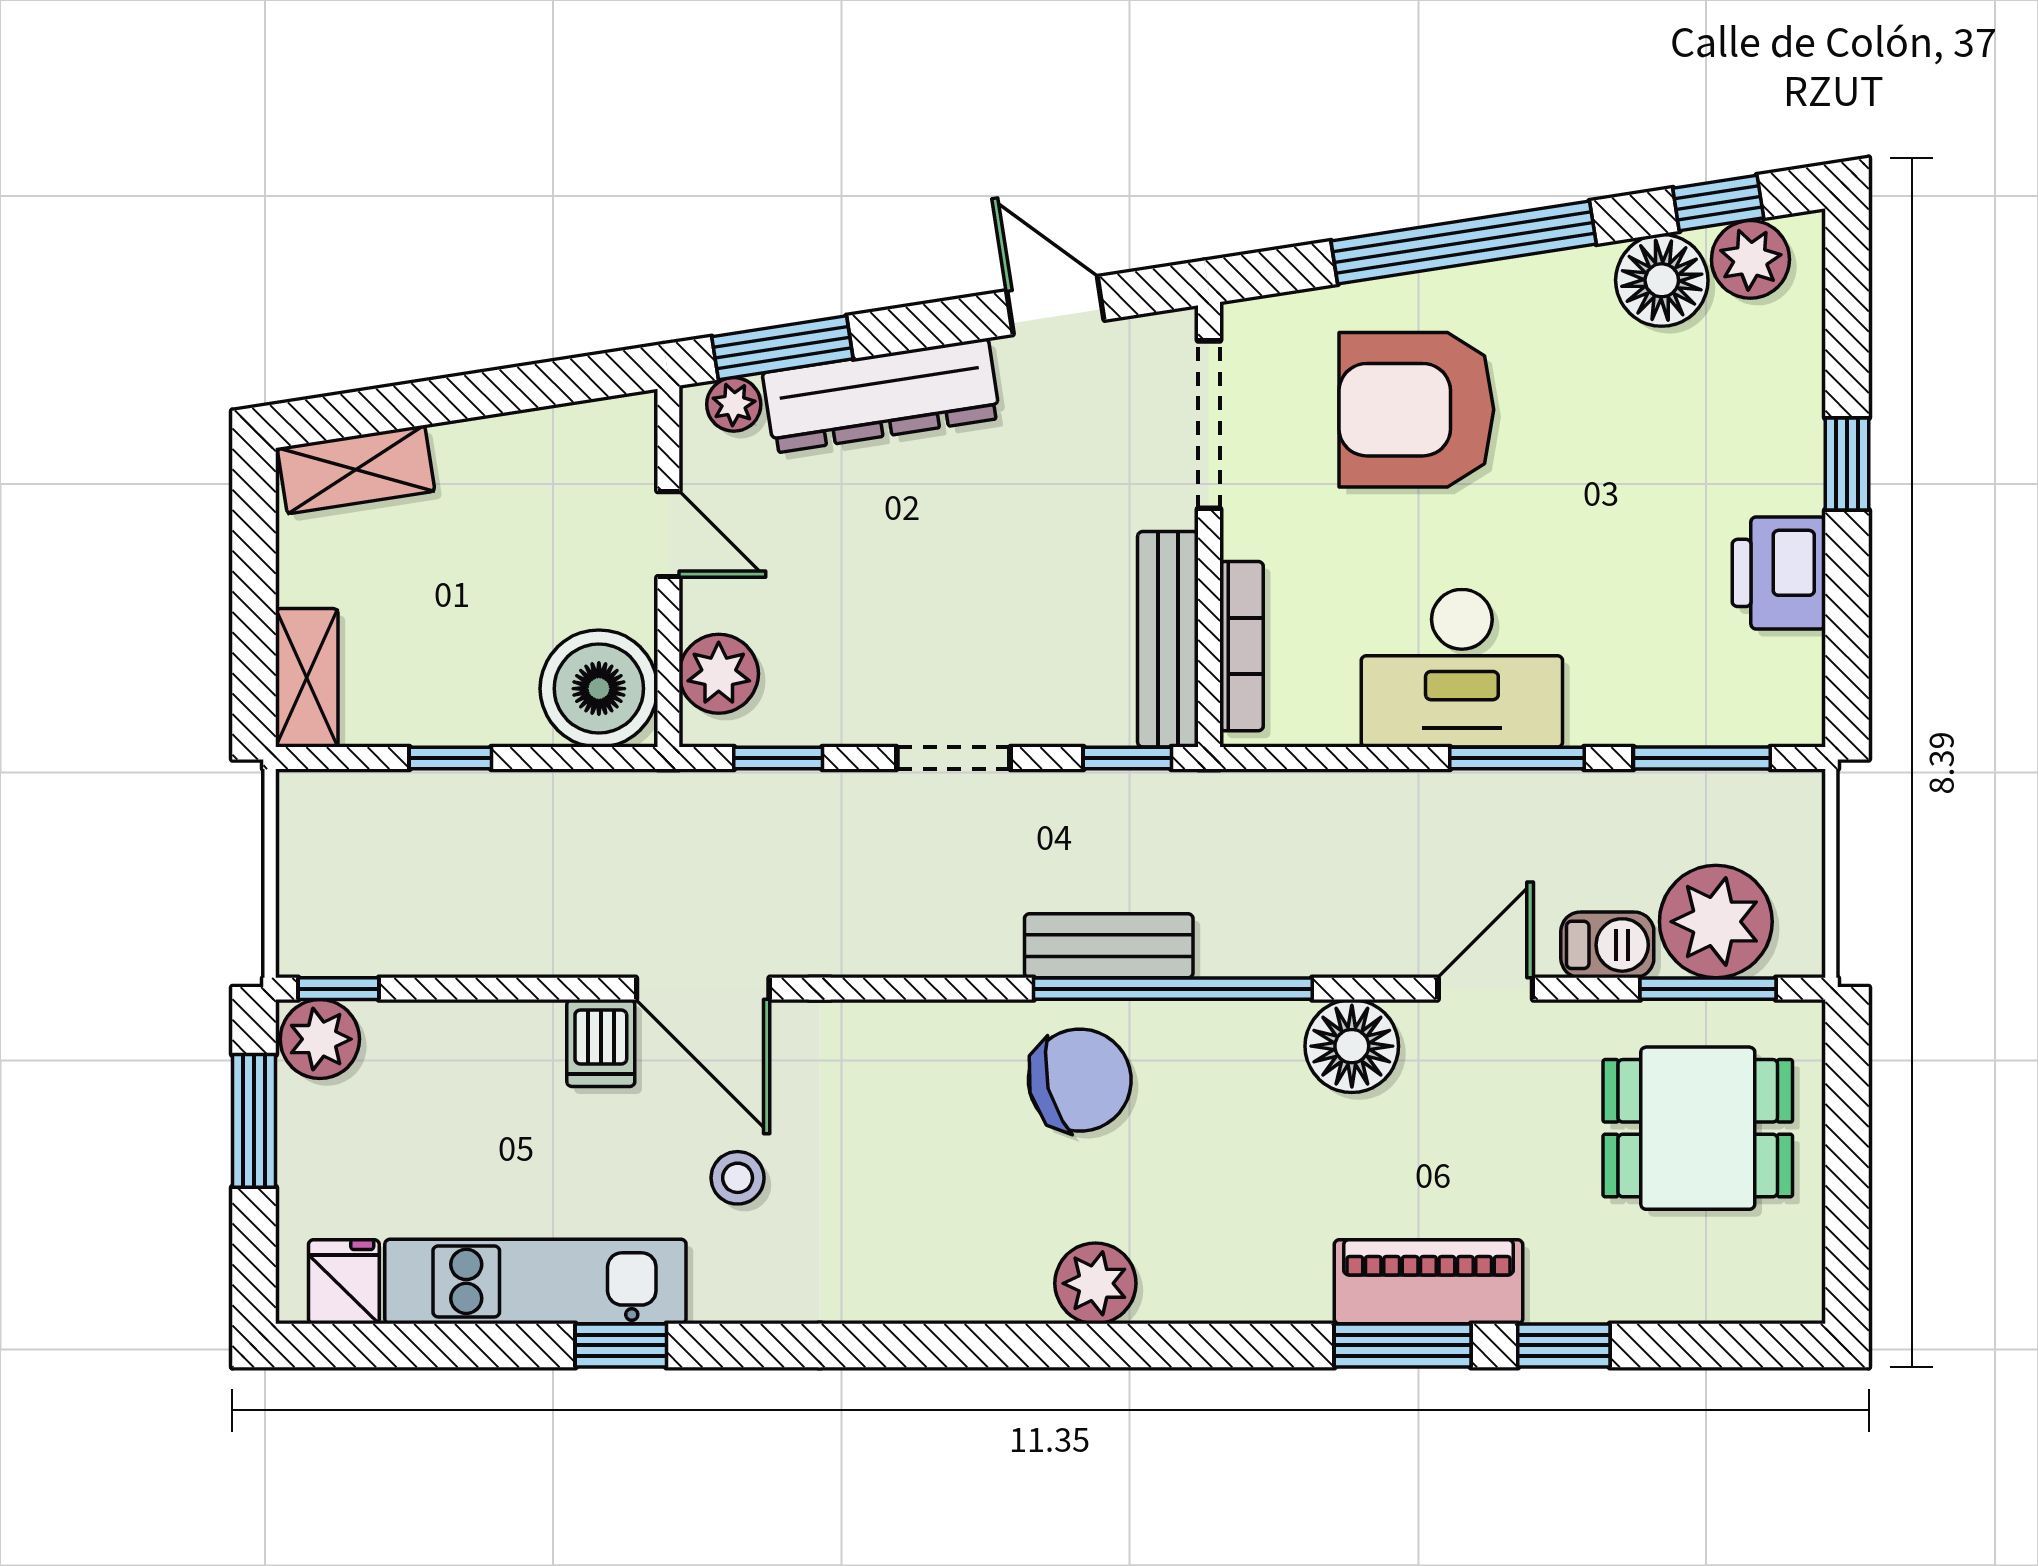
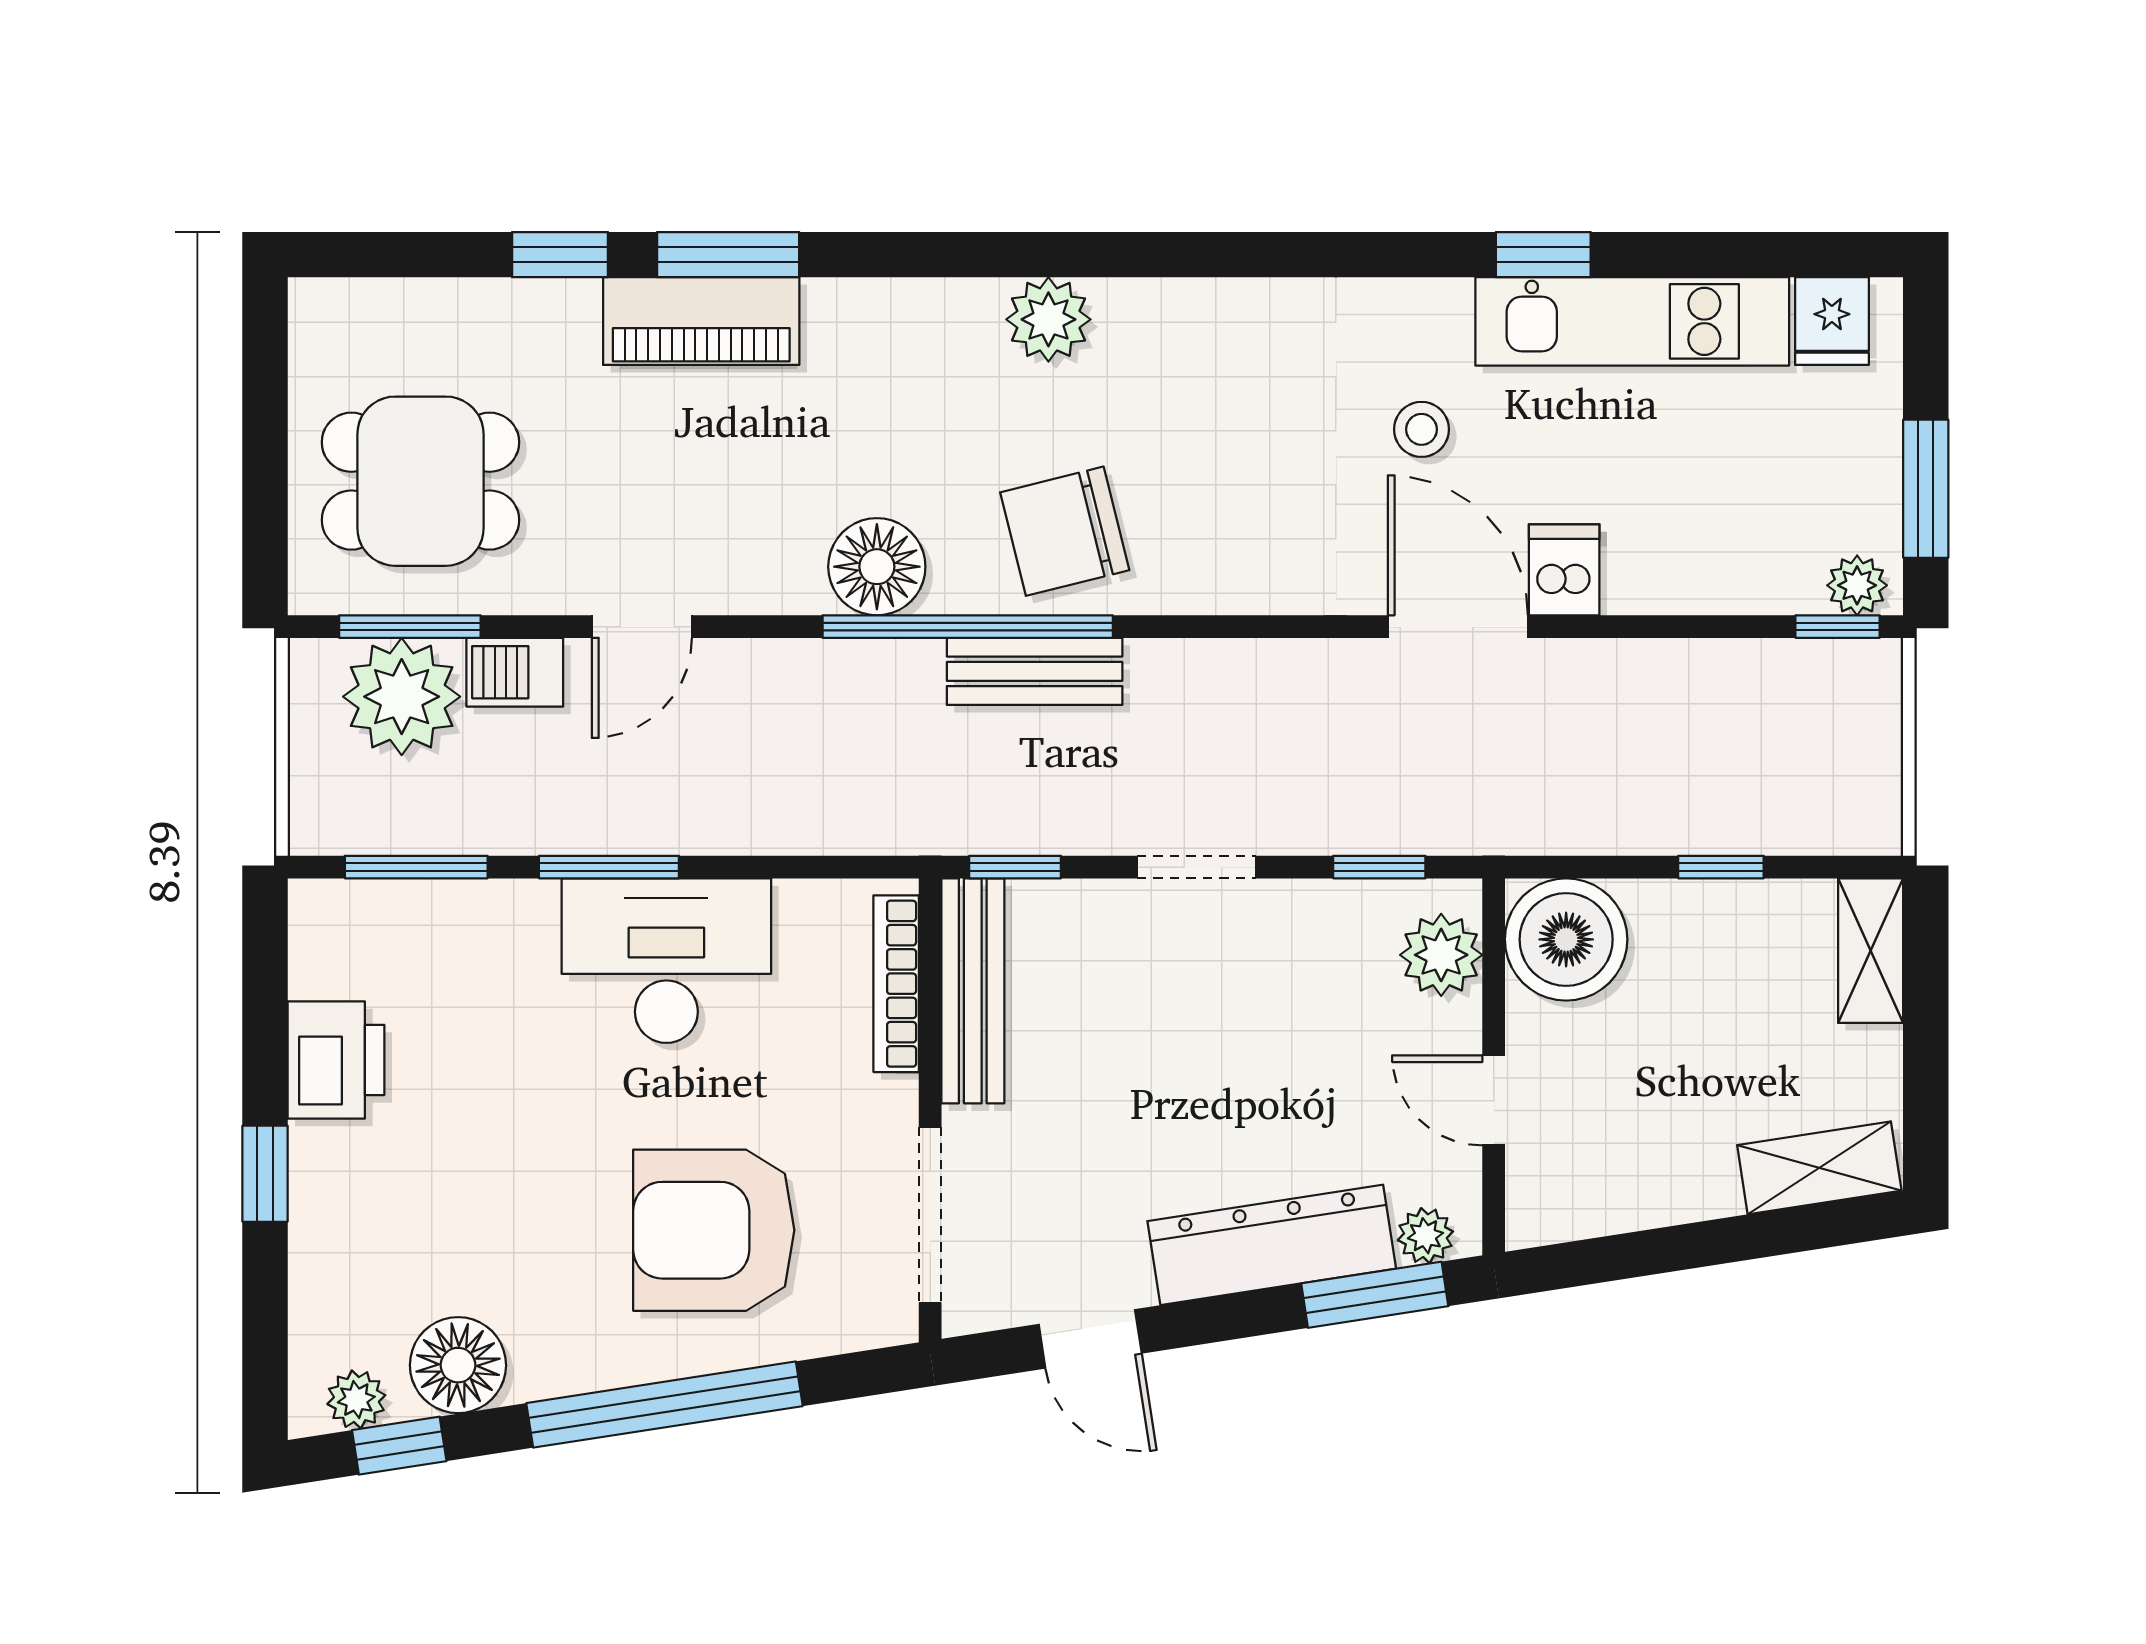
plant: (1750, 259) -> (356, 1400), width x0.73, depth x0.73
armchair: (1416, 410) -> (714, 1230), turned 180
plant: (320, 1039) -> (1857, 585), width x0.73, depth x0.73
floor lamp: (1352, 1046) -> (877, 567), moved

